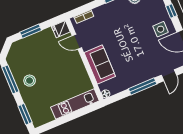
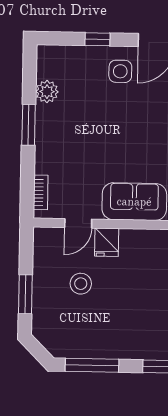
fridge: (61, 29) -> (107, 242), moved
stool: (30, 81) -> (81, 284), moved

